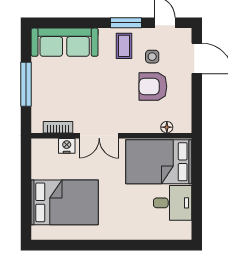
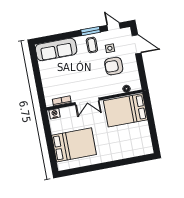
window: (26, 84) -> (38, 79), removed
nightstand: (67, 146) -> (55, 114), moved
desk: (173, 203) -> (138, 133), removed

